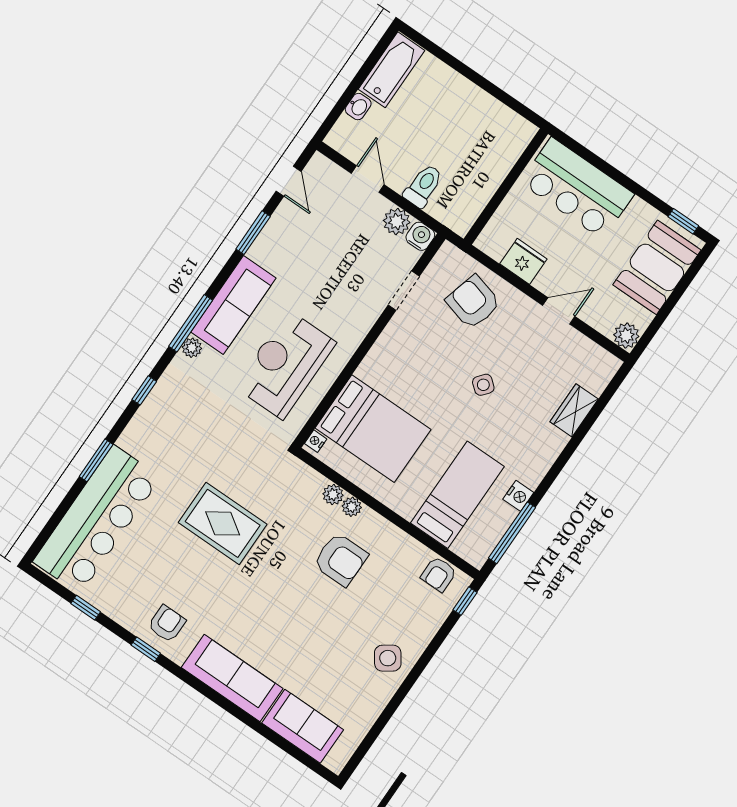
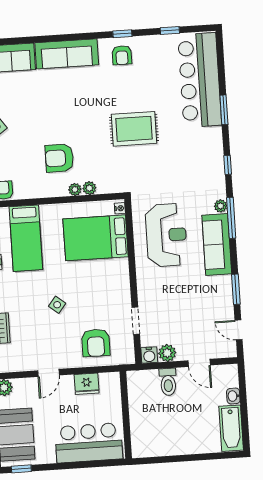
armchair: (473, 302) -> (96, 343), turned 75

